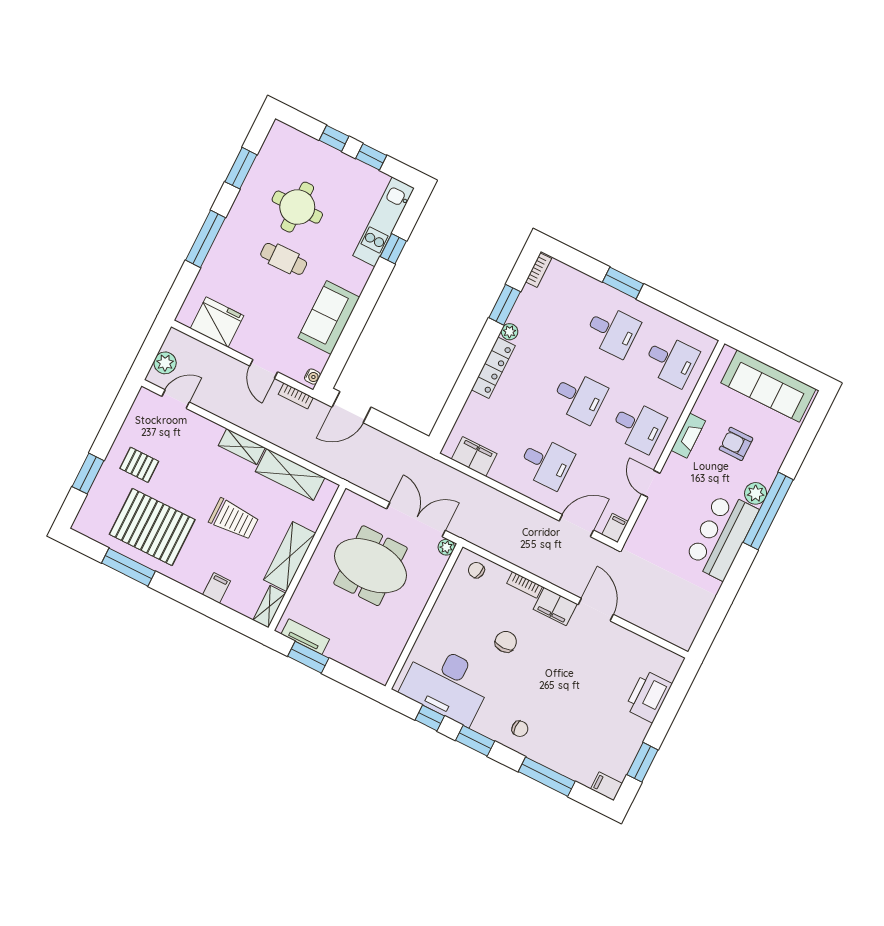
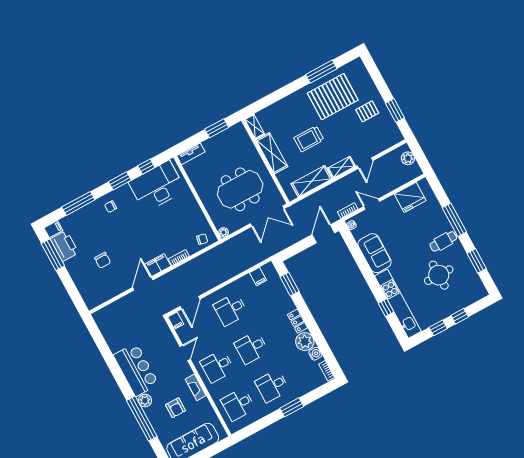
kitchen unit: (384, 222) -> (398, 304), width x1.36
cafe table: (284, 259) -> (443, 241), moved
water cooler: (526, 302) -> (315, 354), added
window: (505, 305) -> (289, 284), moved
plant: (510, 332) -> (305, 342), width x1.88, depth x1.88
locker: (493, 368) -> (297, 321), width x0.66
door: (176, 399) -> (365, 163), moved
armchair: (736, 444) -> (176, 408), turned 90
filing cabinet: (474, 456) -> (258, 277), width x0.50
window: (88, 474) -> (395, 110), moved
door: (651, 484) -> (185, 353), hinge flipped
window: (768, 511) -> (142, 419), moved
double door: (416, 520) -> (267, 216), moved
filing cabinet: (217, 588) -> (281, 107), removed
door: (596, 610) -> (143, 284), swing flipped
tv unit: (305, 637) -> (191, 154), moved
chair: (506, 642) -> (103, 260), moved
printer: (648, 696) -> (64, 246), moved
window: (642, 762) -> (53, 255), width x1.44

